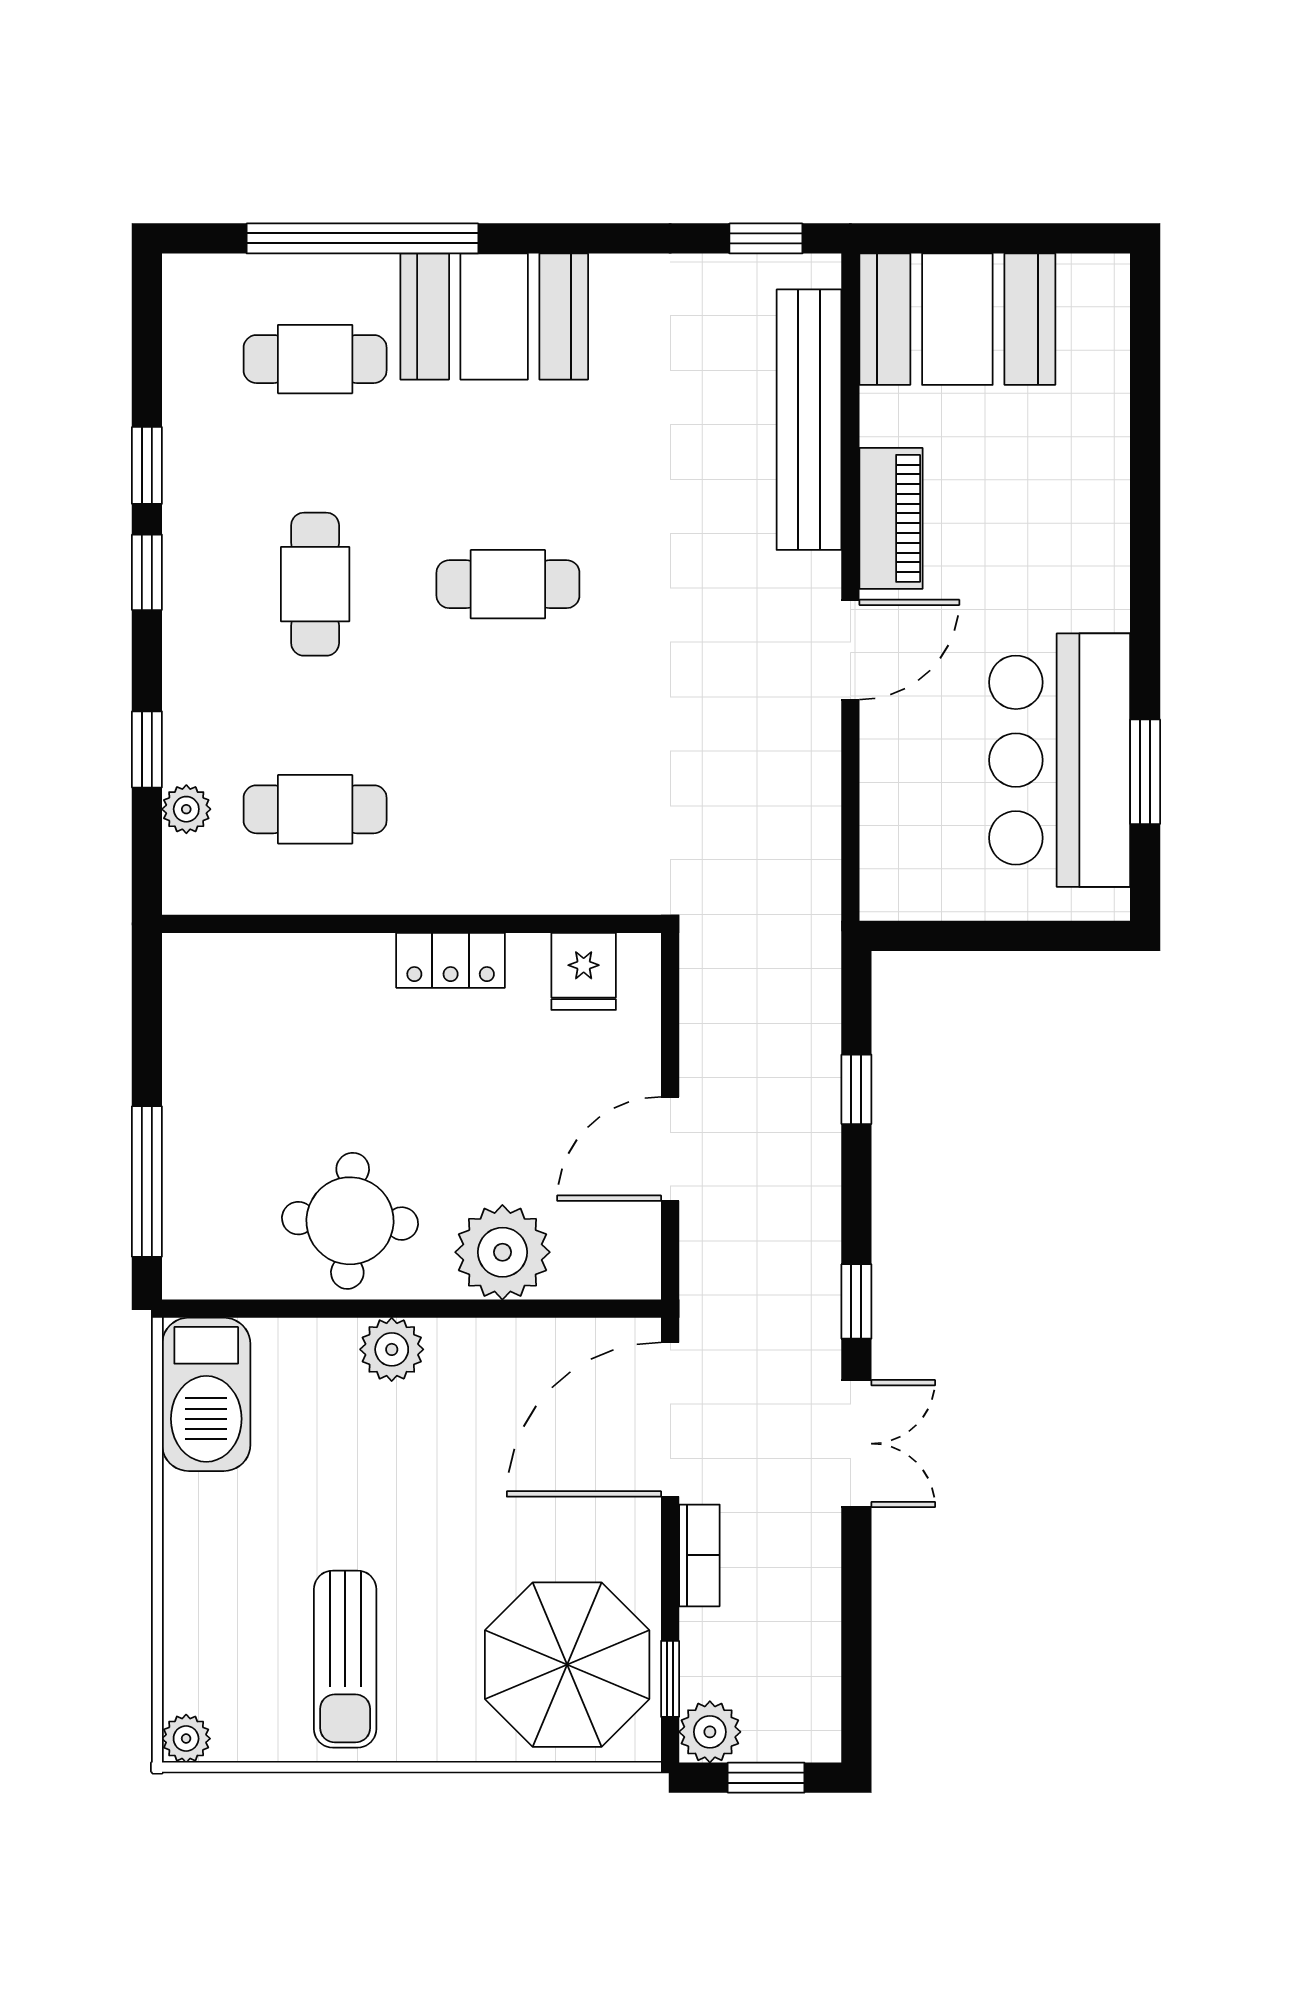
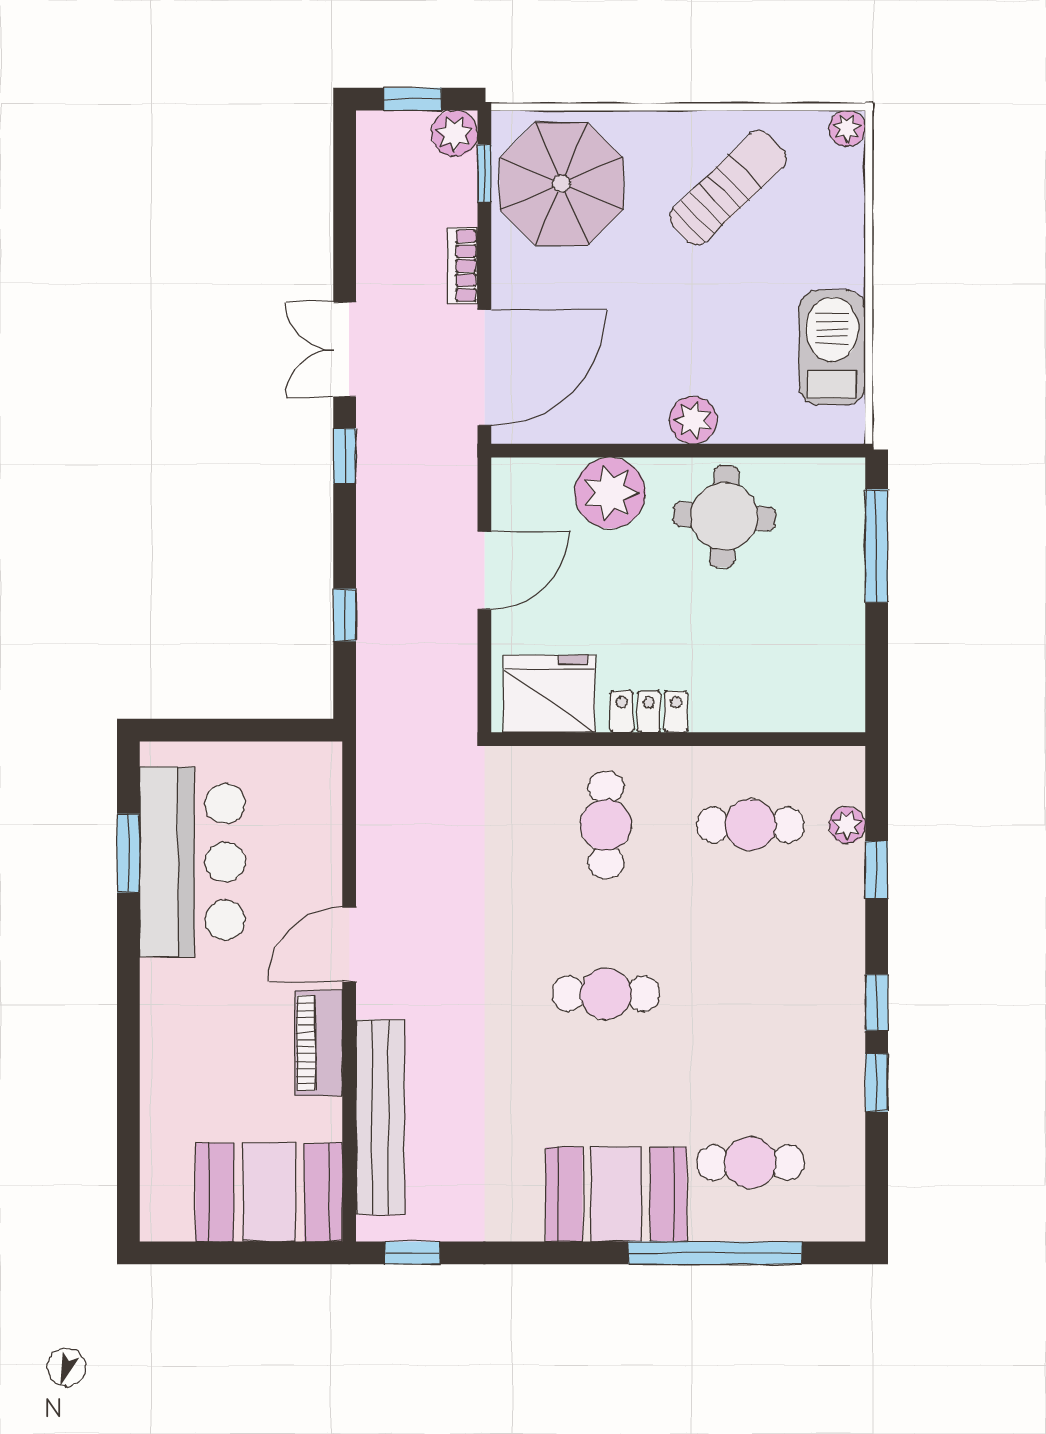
cafe table: (315, 584) -> (606, 825), moved
fridge: (584, 971) -> (549, 694), width x1.88, depth x1.34
barbecue: (206, 1394) -> (832, 347), moved
sun lounger: (345, 1659) -> (728, 188), turned 46

